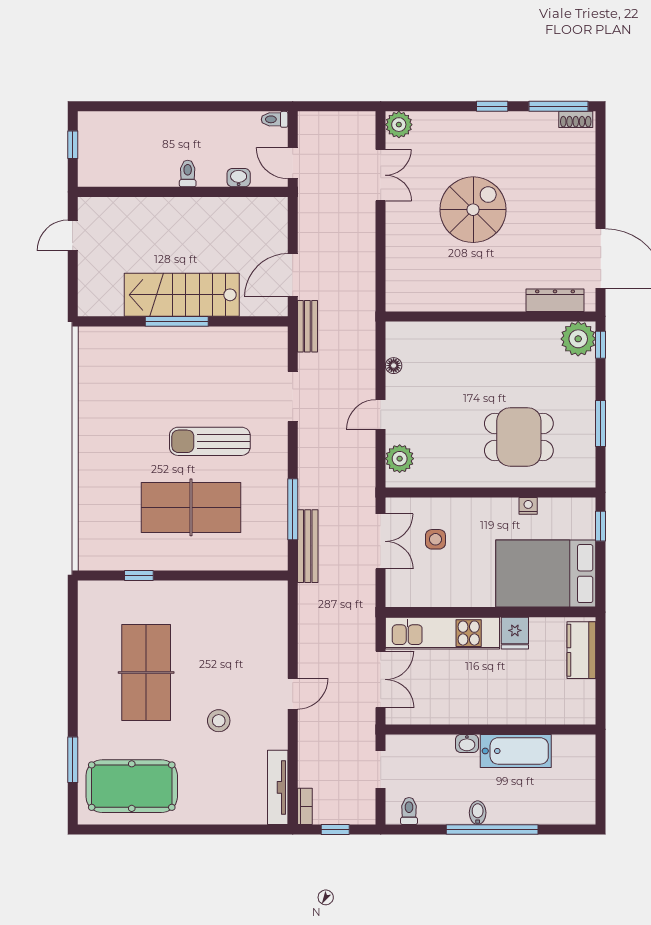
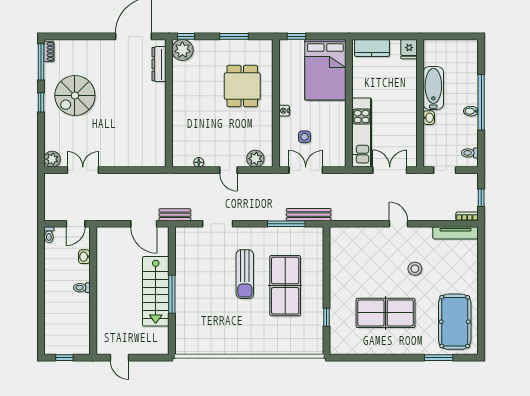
spiral stairs: (473, 210) -> (75, 95), moved, turned -90
nightstand: (528, 506) -> (284, 111), moved
fridge: (515, 633) -> (409, 49), moved, turned 90

